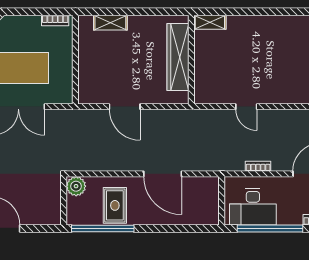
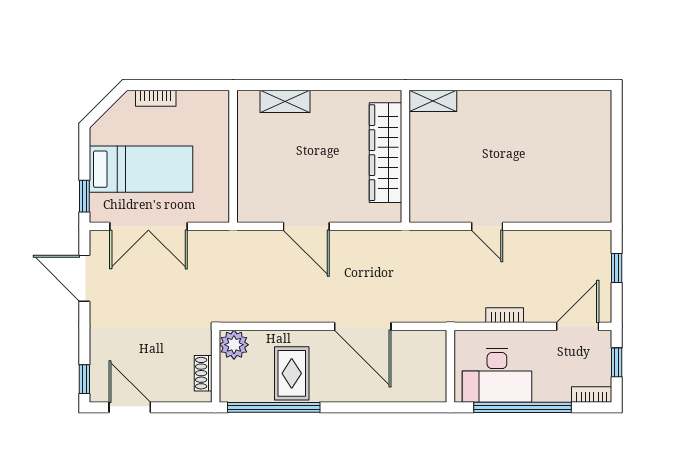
bookcase: (55, 20) -> (156, 98), moved
shoe rack: (55, 205) -> (203, 373), added

